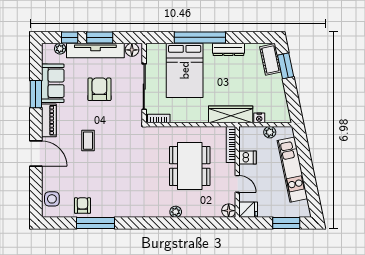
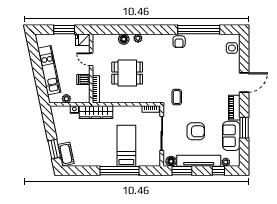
window: (100, 37) -> (182, 171), moved
dresser: (228, 49) -> (98, 162), removed
bed: (185, 70) -> (126, 146), width x0.67
armchair: (99, 89) -> (196, 131), turned -90
coffee table: (88, 141) -> (177, 97), moved
door: (36, 154) -> (244, 82), swing flipped
dining table: (190, 166) -> (127, 73), width x0.73
armchair: (82, 206) -> (179, 42), moved
floor lamp: (229, 211) -> (124, 39), moved
window: (96, 223) -> (199, 30), width x1.46
window: (286, 223) -> (64, 30), moved

